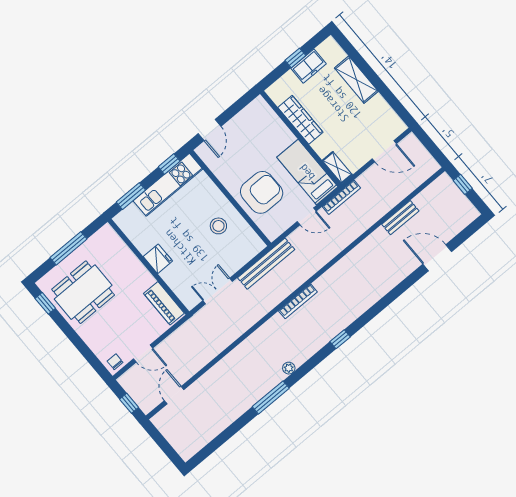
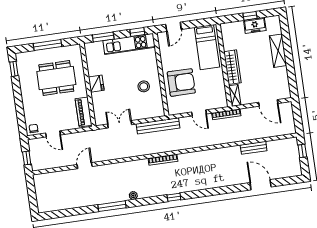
wardrobe: (300, 120) -> (232, 67), moved
bed: (307, 172) -> (207, 47), moved, turned 180
dining table: (83, 292) -> (56, 78), moved
door: (174, 395) -> (85, 166), moved

